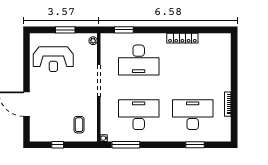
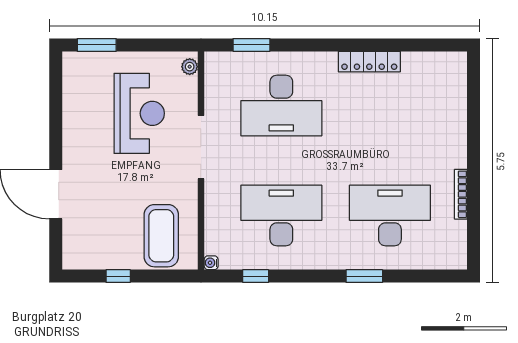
window: (65, 30) -> (97, 45), moved
reception desk: (53, 59) -> (139, 113), moved, turned -90
coffee table: (79, 125) -> (161, 236), width x1.86, depth x1.72
window: (126, 145) -> (256, 276), width x0.46
window: (195, 145) -> (364, 276), moved

